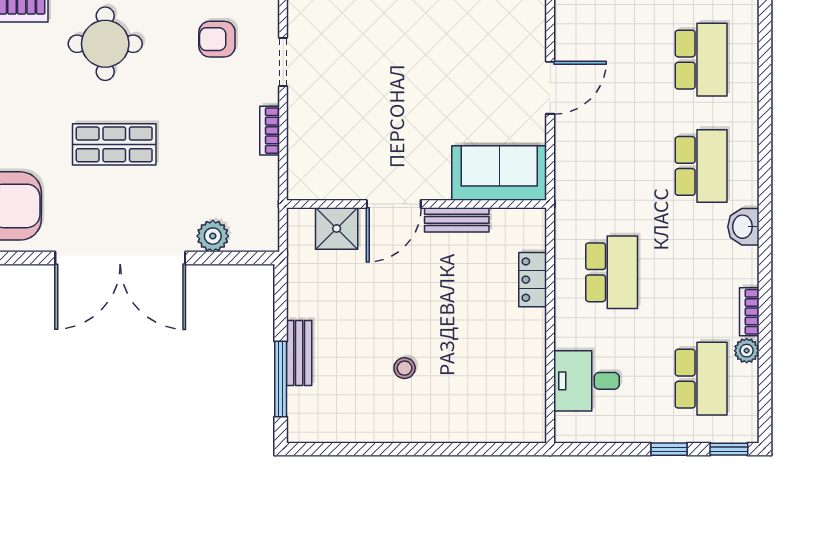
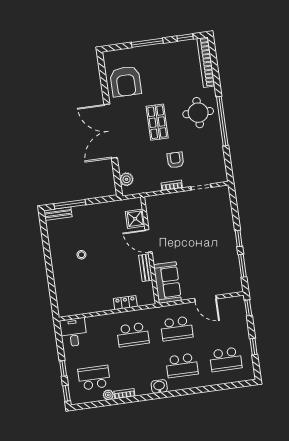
armchair: (217, 39) -> (175, 160), moved
school desk: (612, 166) -> (177, 329), added
plant: (213, 236) -> (127, 179), moved
bench: (299, 353) -> (58, 214), moved
school desk: (701, 379) -> (94, 378), turned 180
desk: (586, 381) -> (73, 332), moved

